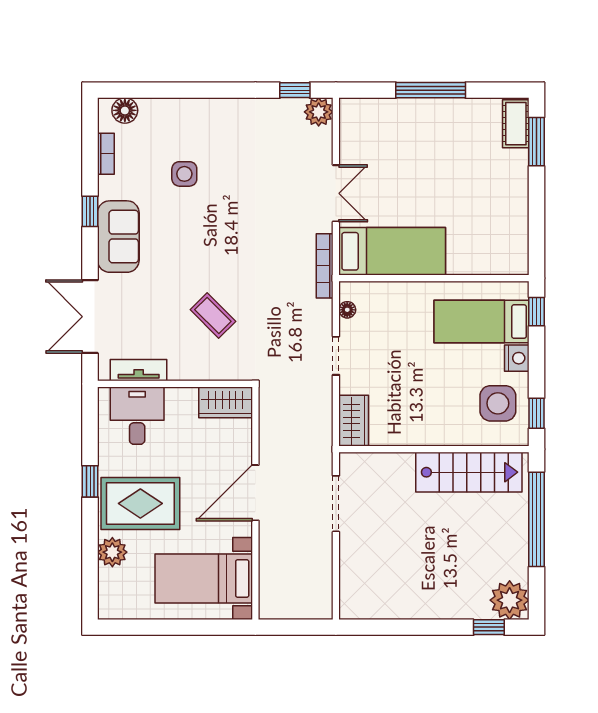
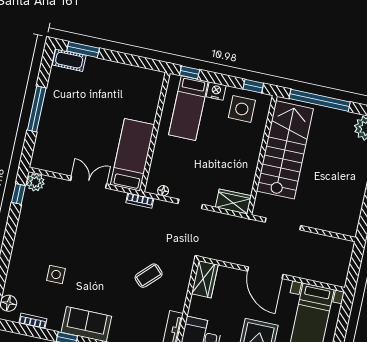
bookcase: (325, 266) -> (140, 201), width x0.64
stairs: (469, 472) -> (285, 150), width x1.36, depth x1.51

